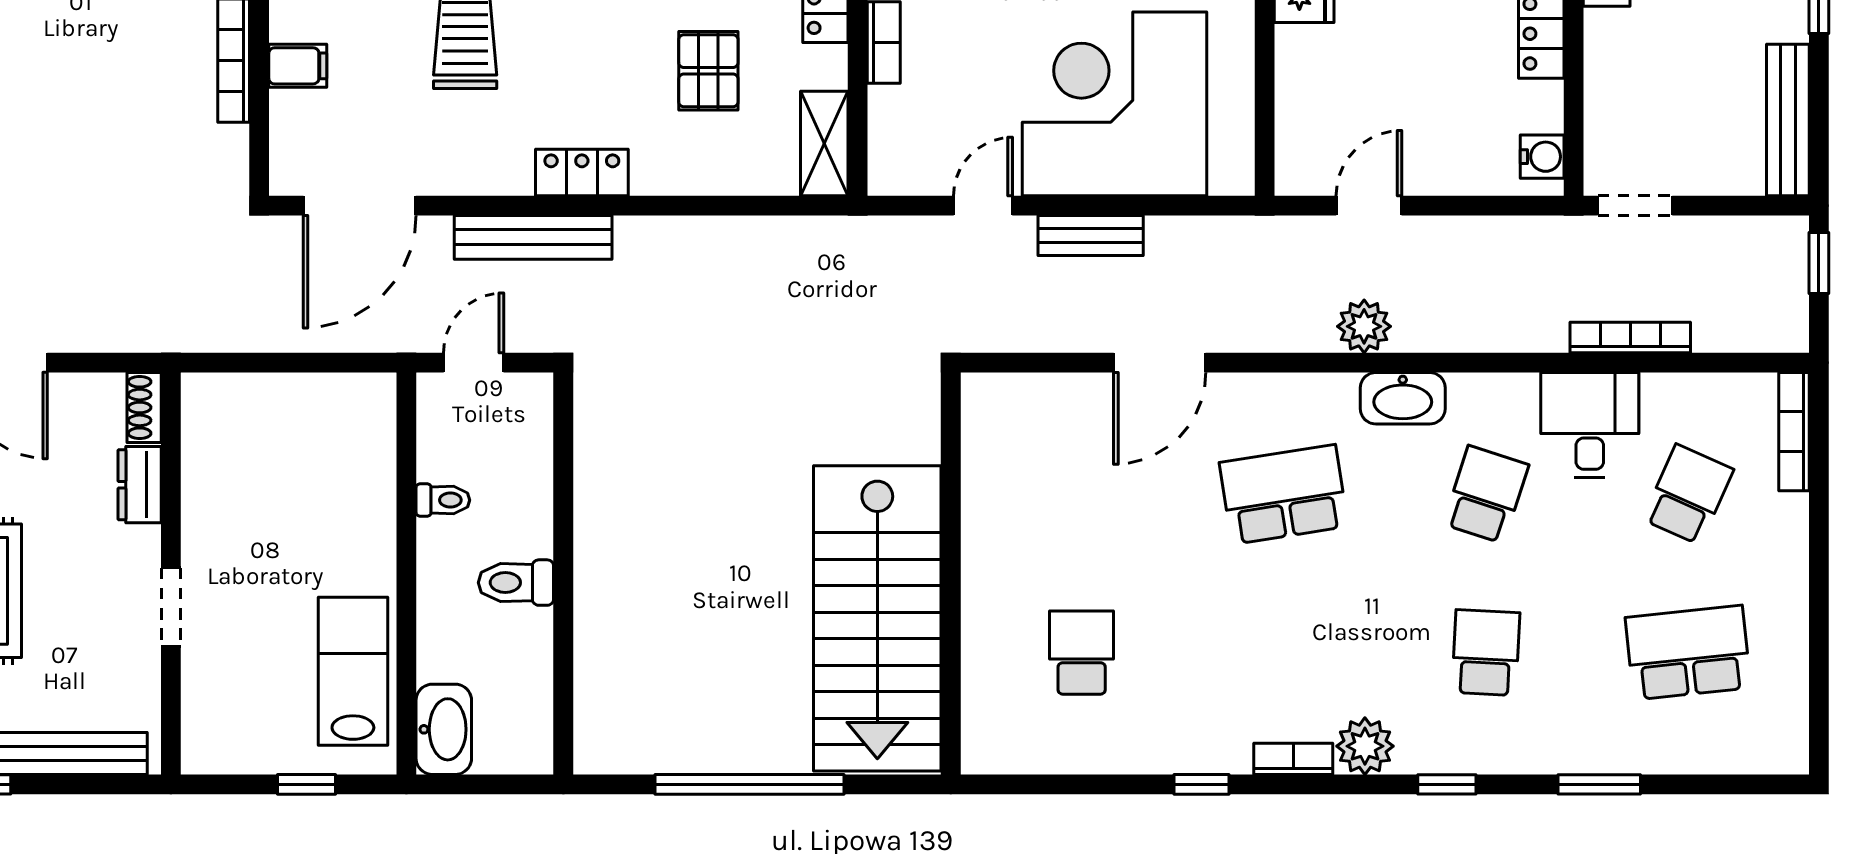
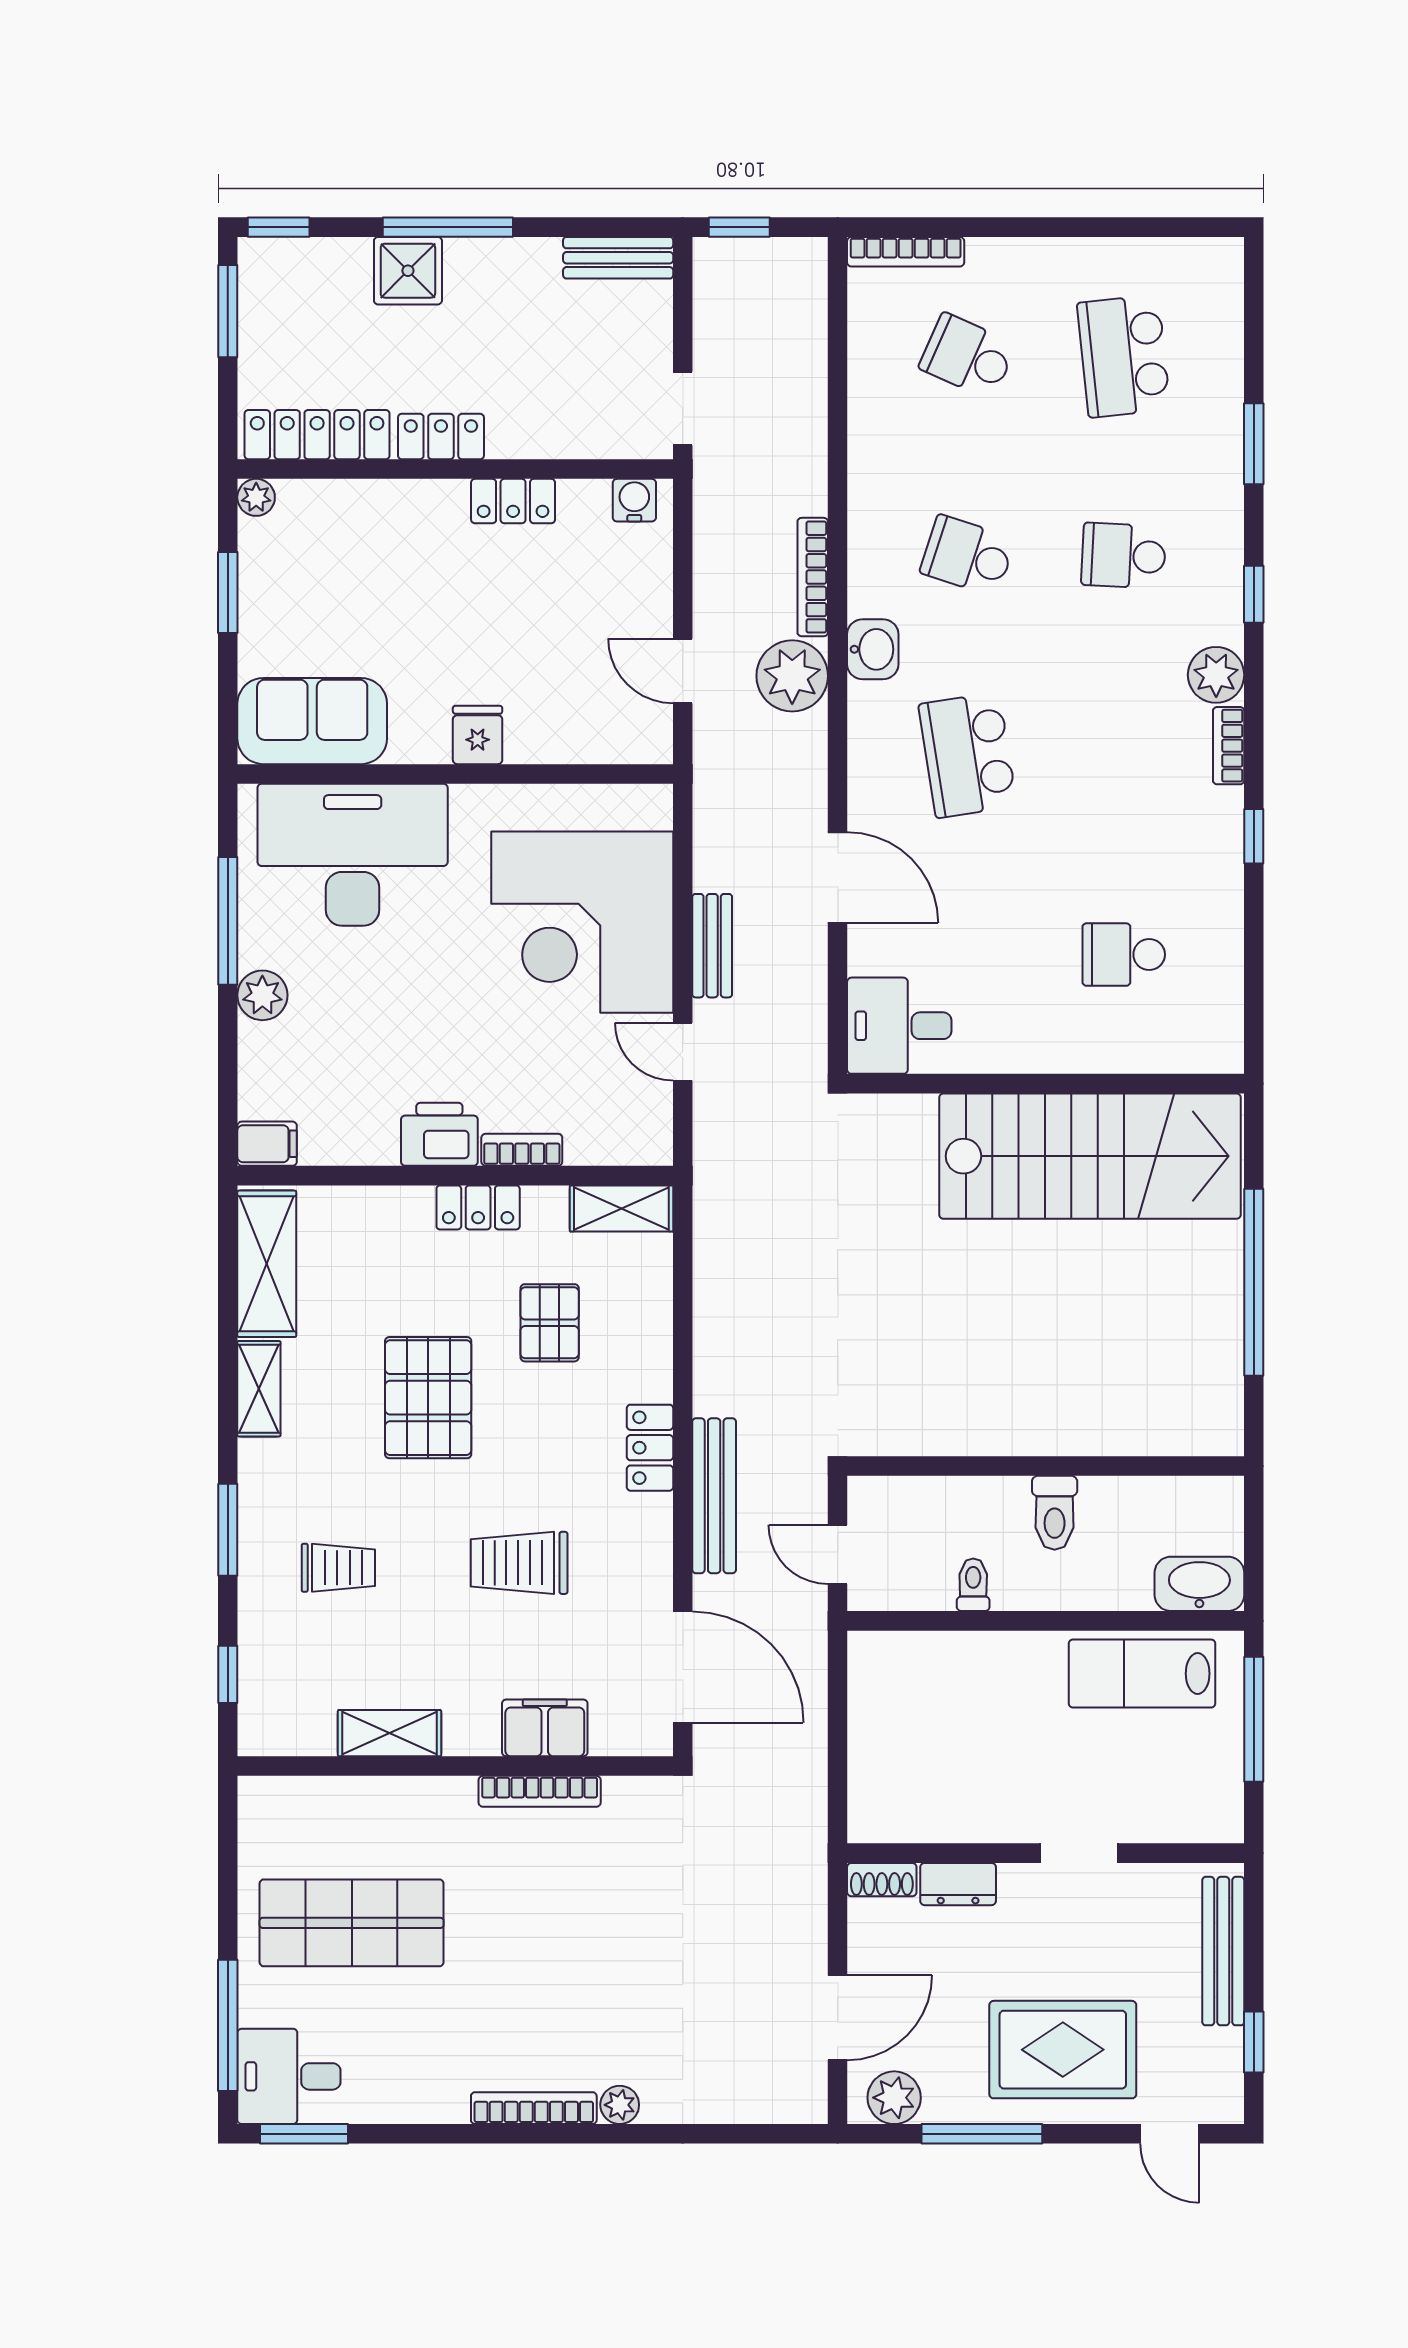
filing cabinet: (298, 66) -> (545, 1728), width x2.00
pallet: (708, 71) -> (550, 1323), turned 90
bench: (1788, 120) -> (618, 258), width x0.73
plant: (1364, 326) -> (792, 676), width x1.36, depth x1.36
bookcase: (1630, 337) -> (813, 577), moved
washbasin: (1403, 398) -> (873, 649), width x0.72
desk: (1590, 425) -> (899, 1026), moved
window: (307, 784) -> (1254, 1719), width x2.17

